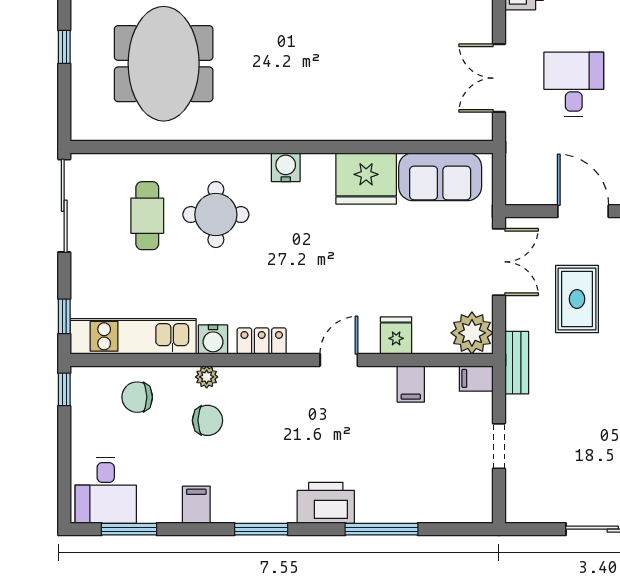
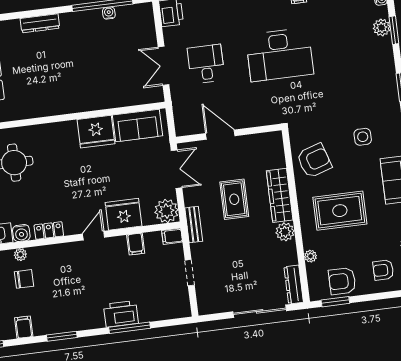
water cooler: (286, 167) -> (50, 131), removed
rug: (577, 299) -> (234, 199), moved
fridge: (396, 335) -> (124, 214), width x1.88, depth x1.34
printer: (326, 503) -> (121, 314), moved

